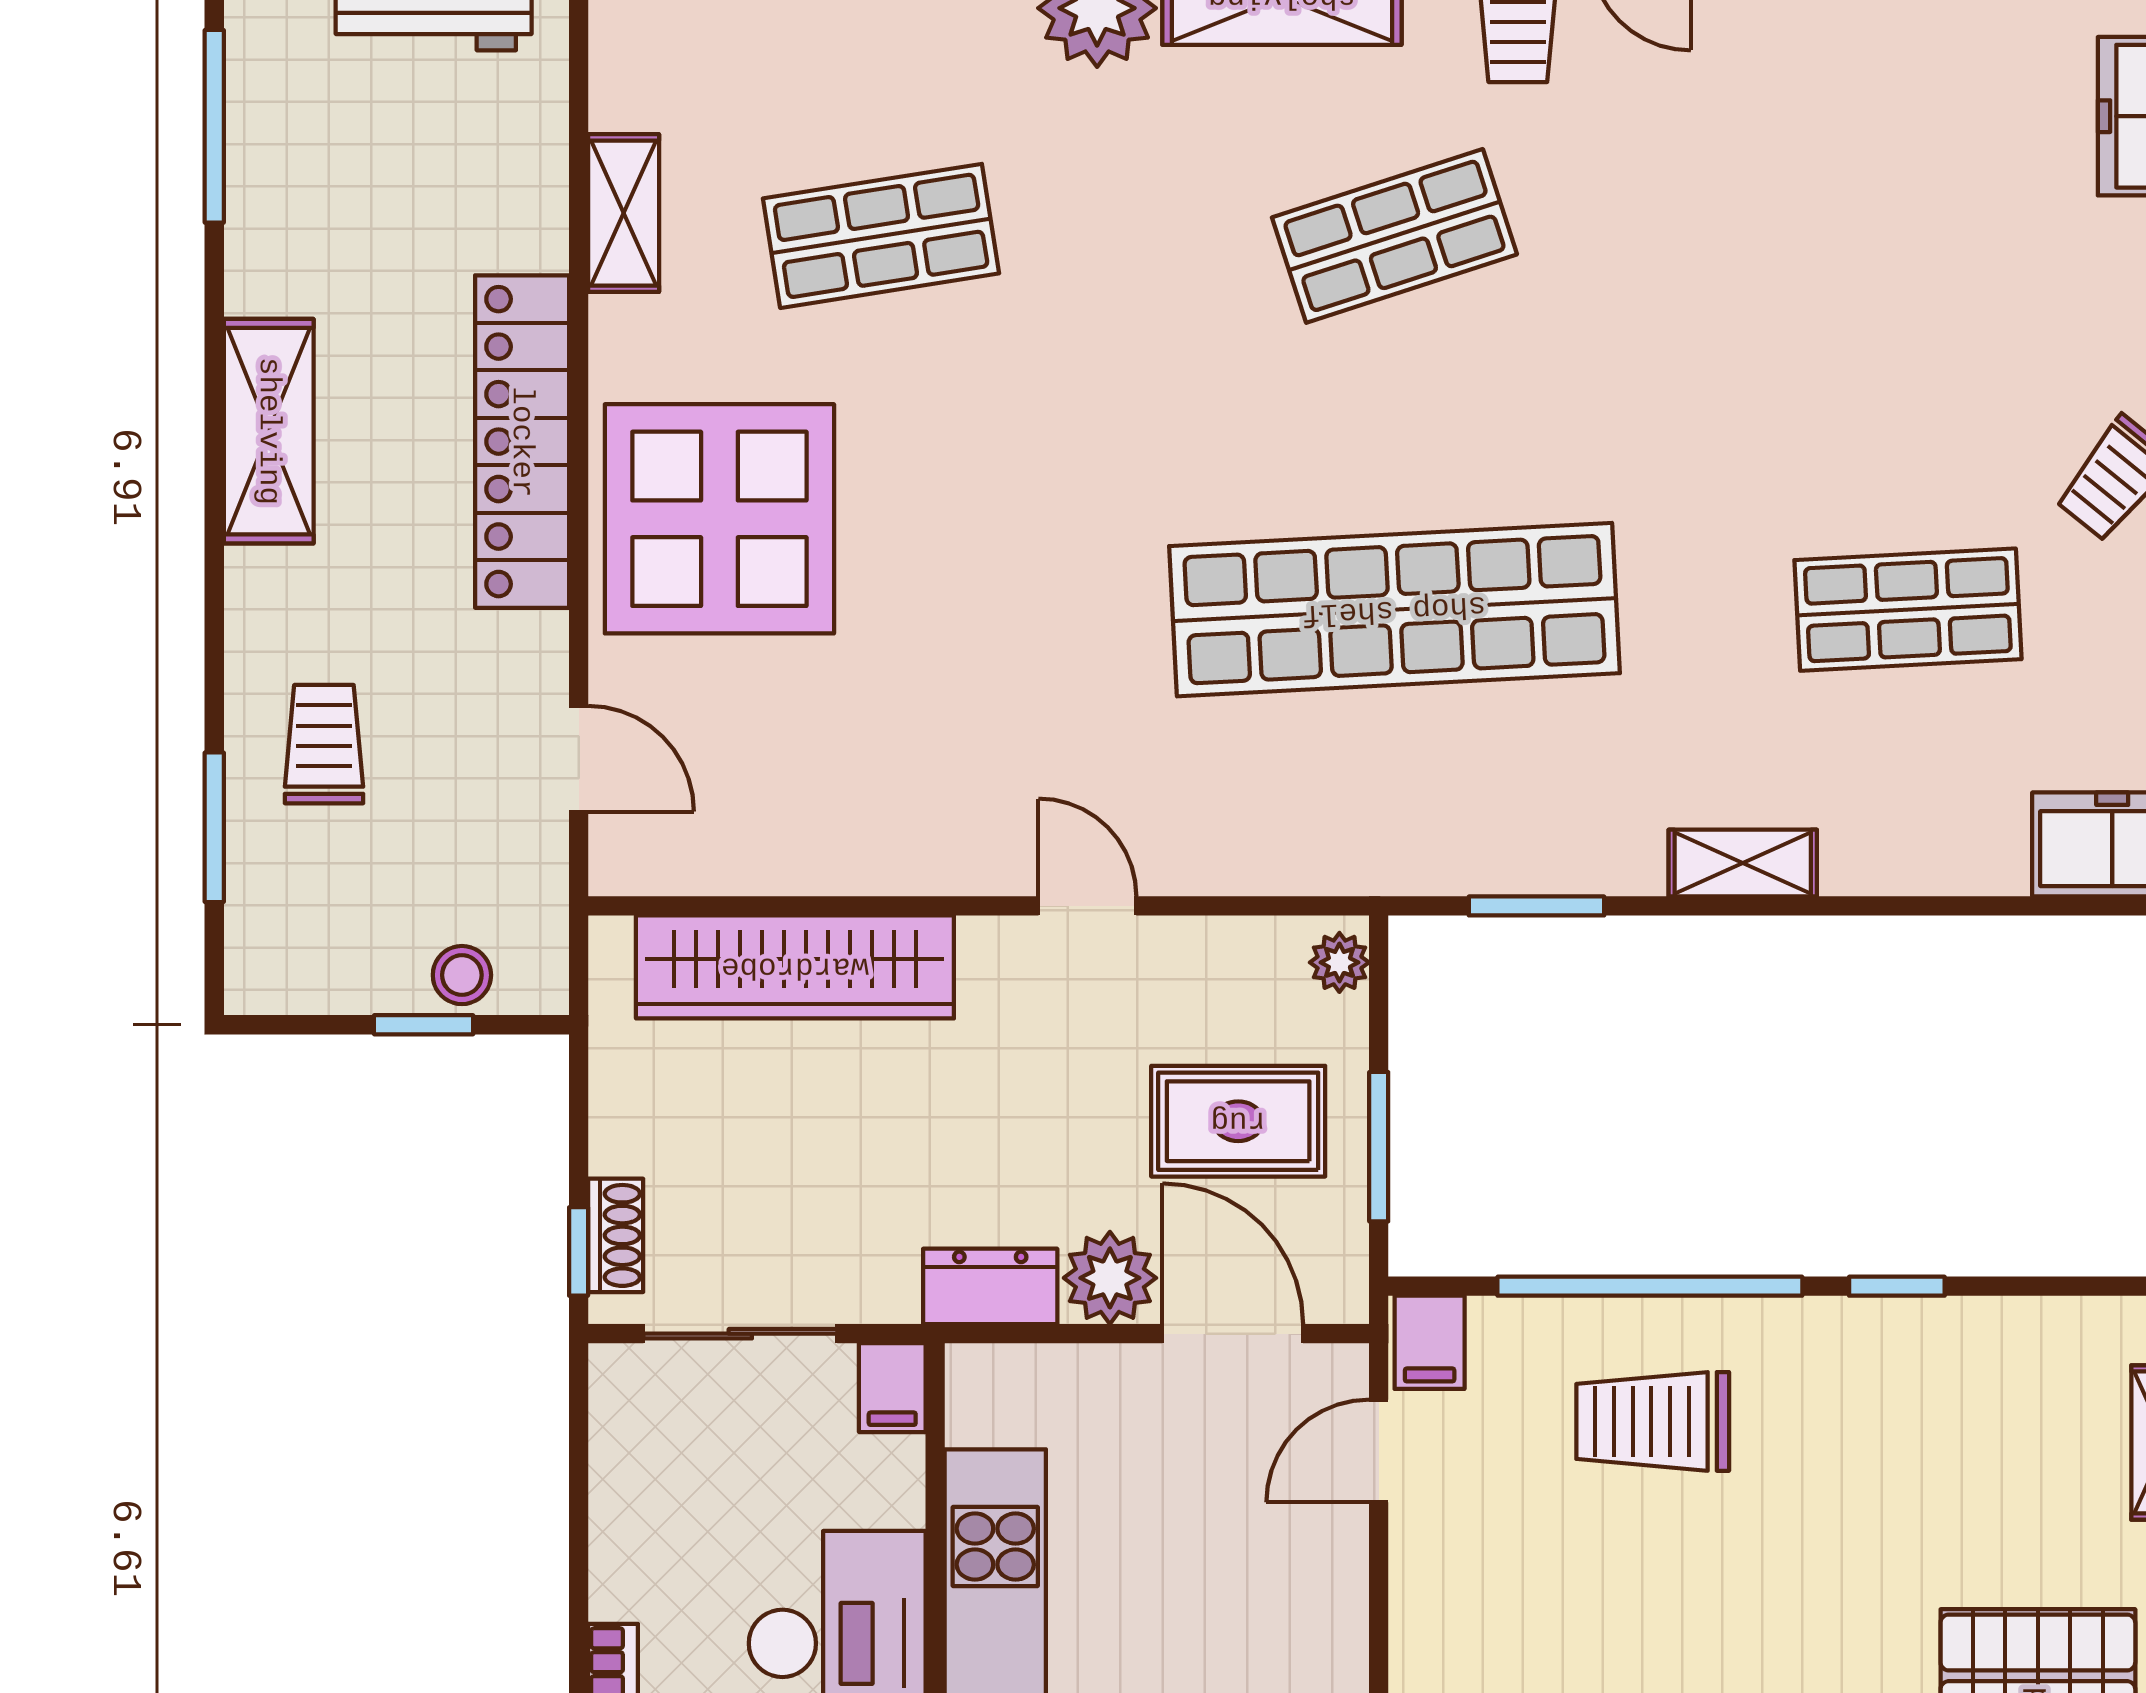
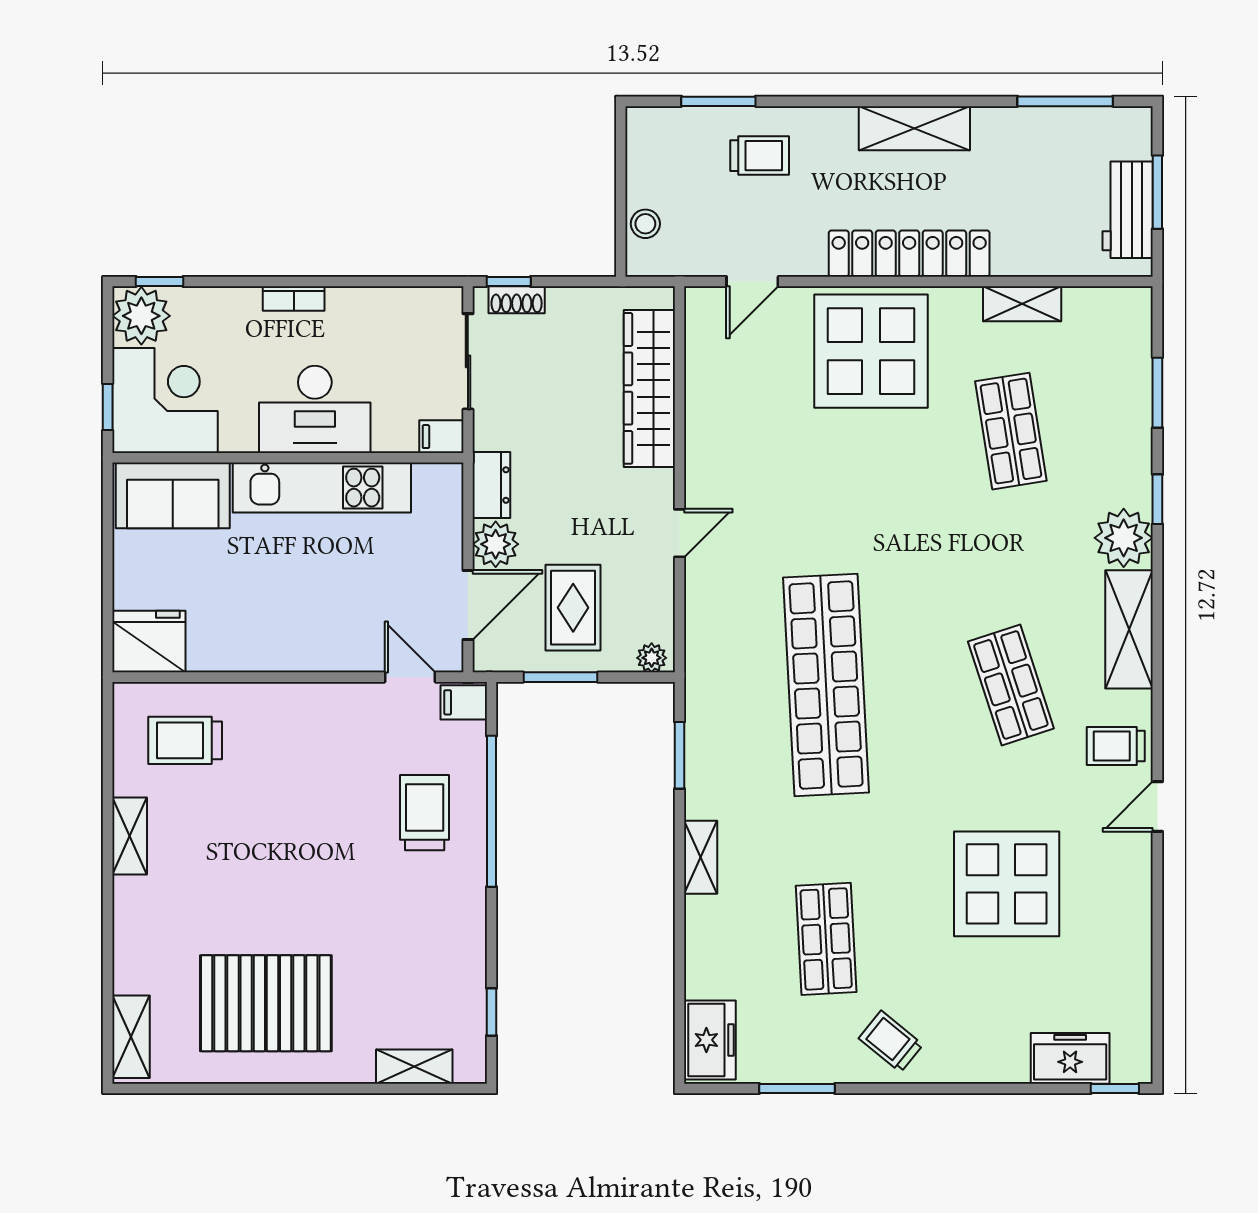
display table: (1797, 245) -> (1007, 884), added
window: (424, 1025) -> (621, 205), removed
window: (1897, 1286) -> (491, 1012), moved

